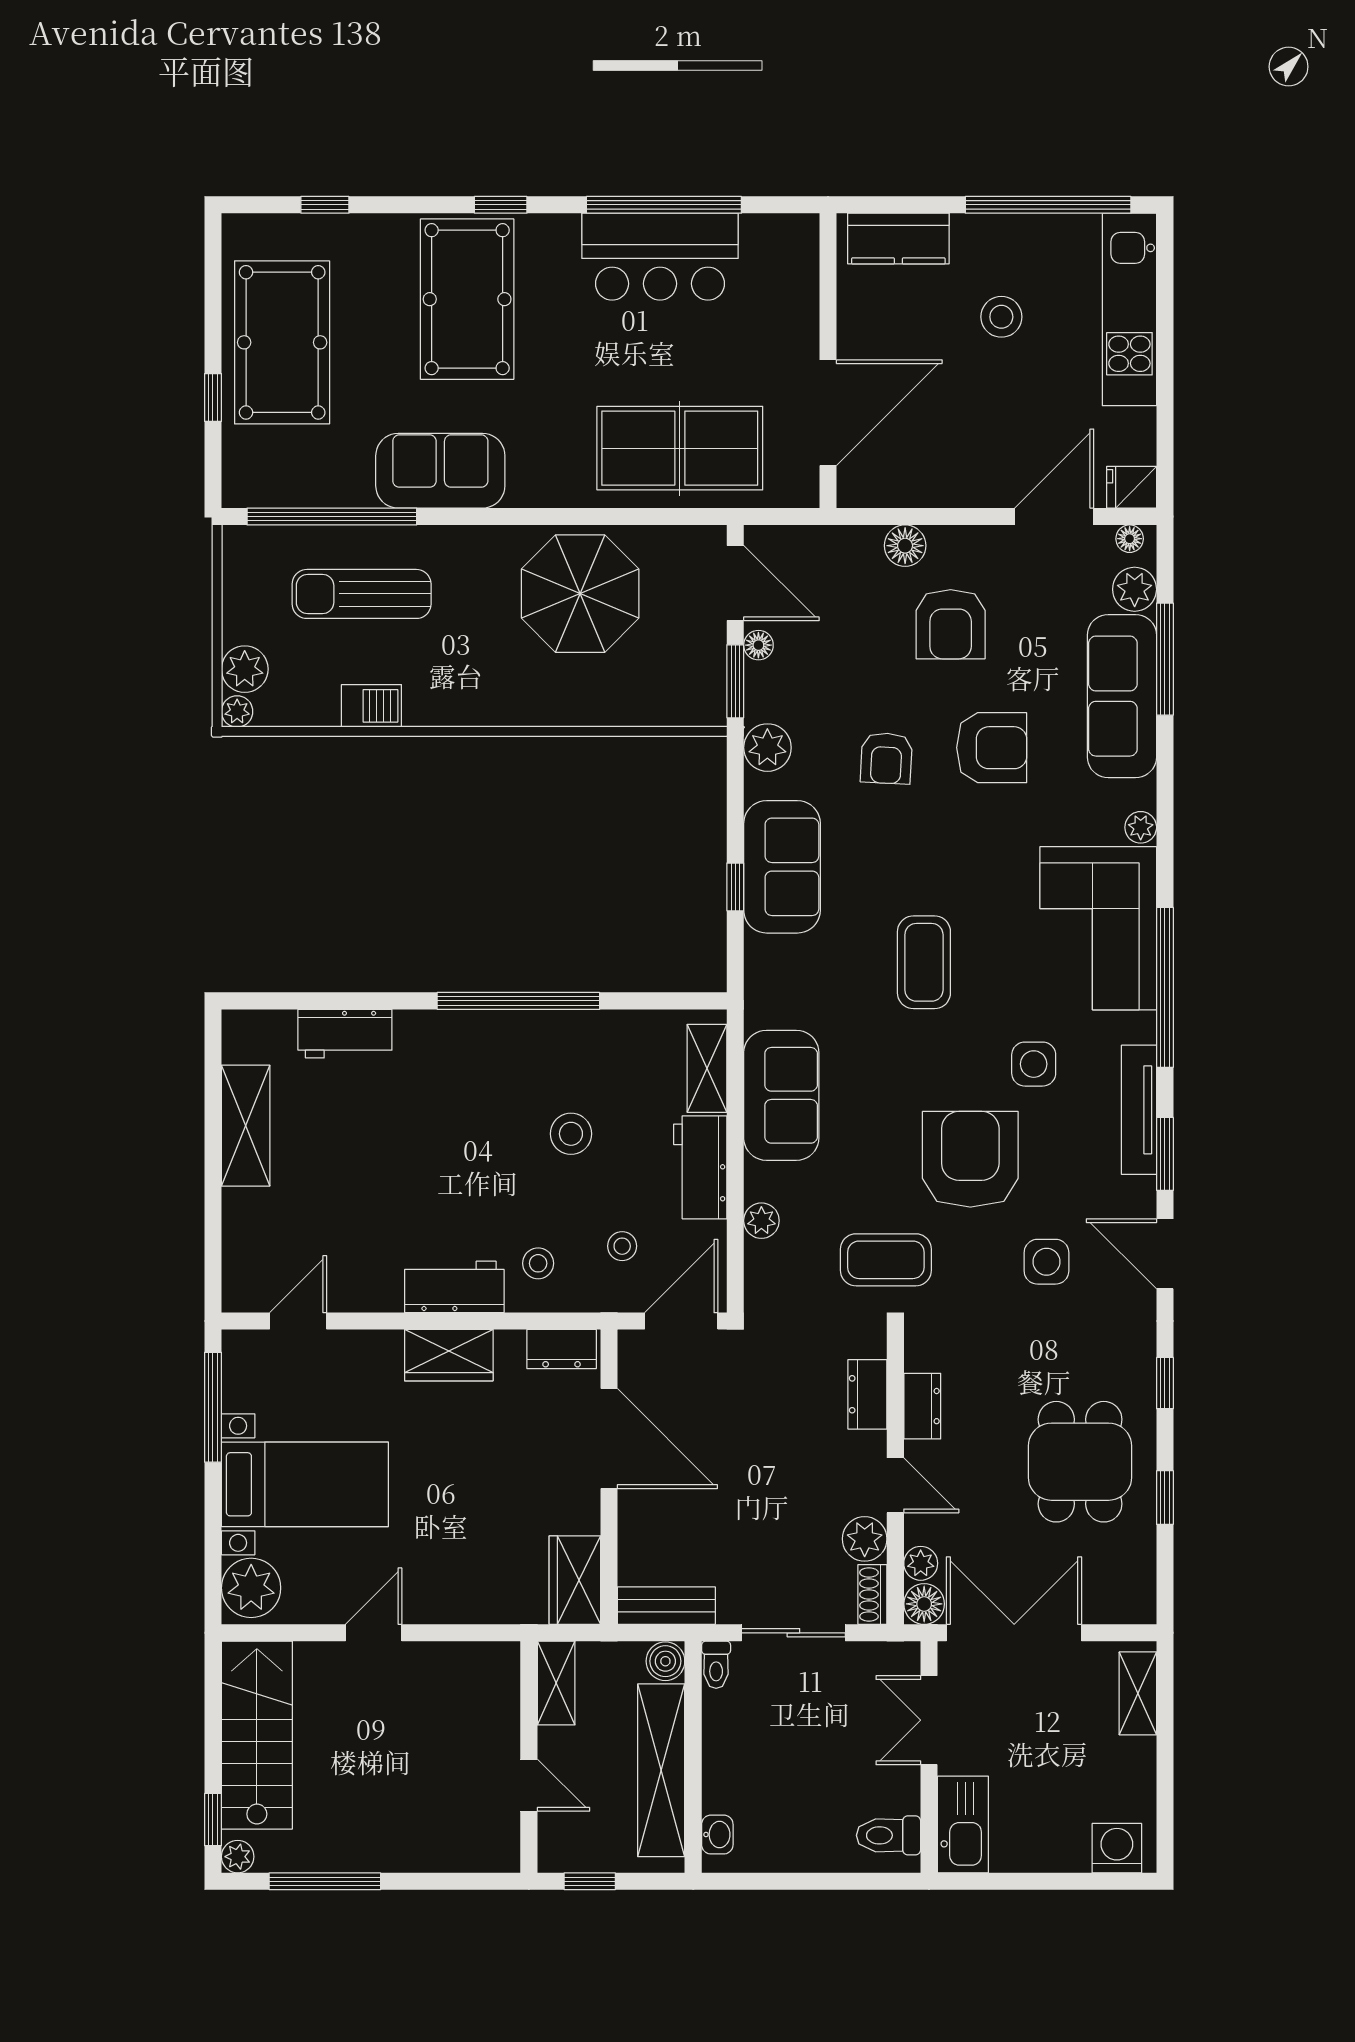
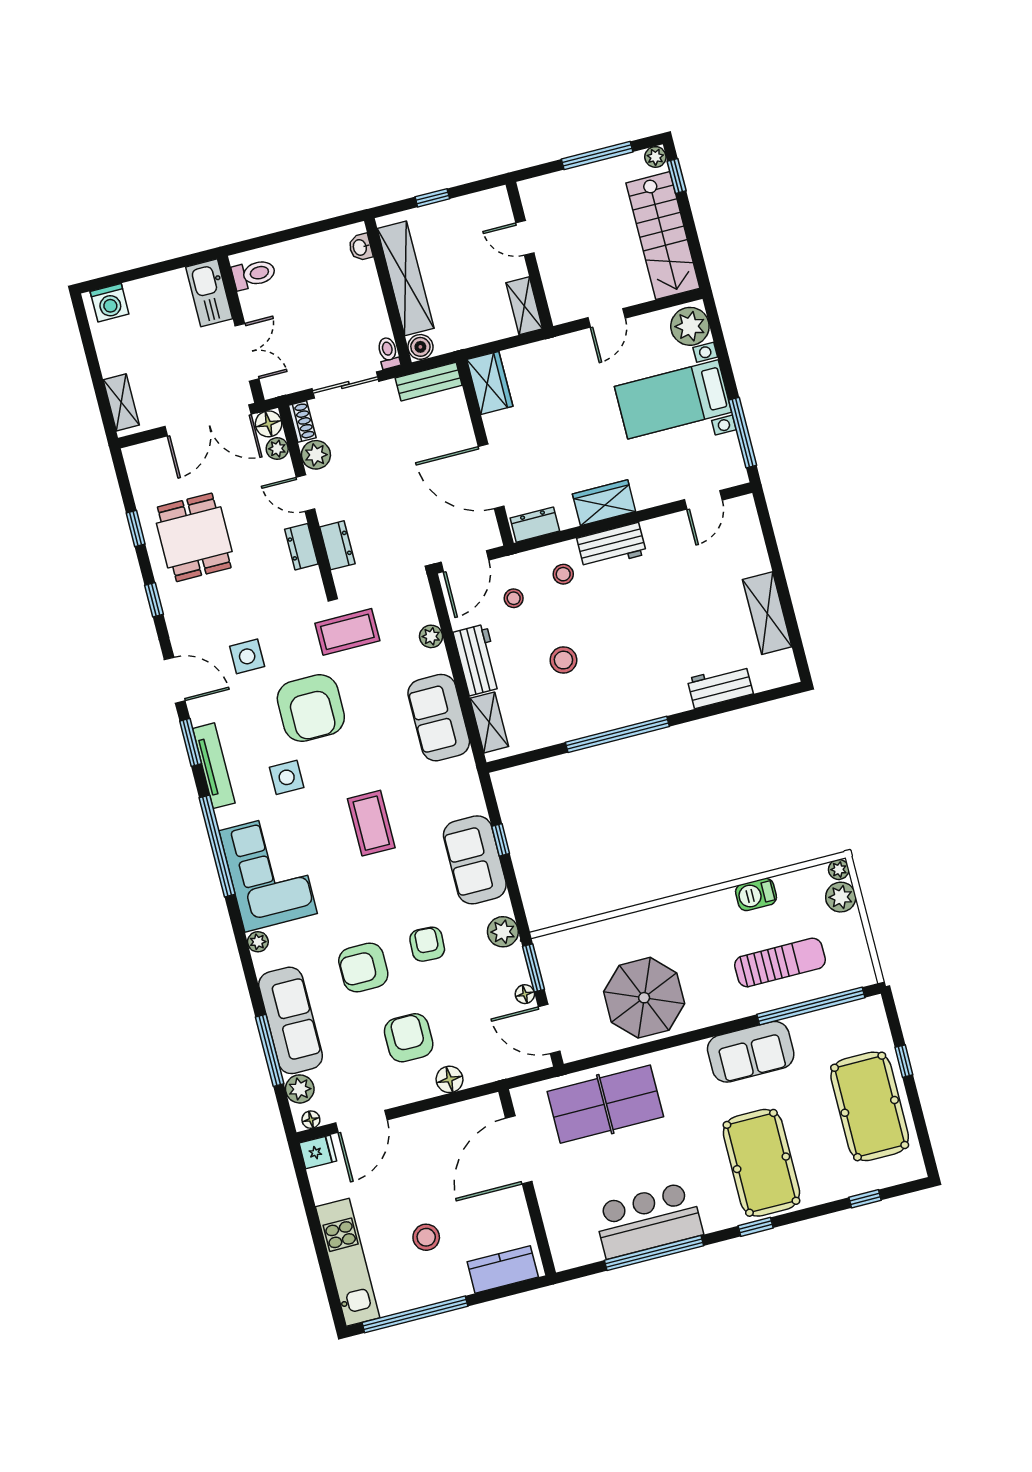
shelving: (556, 1683) -> (524, 306), moved
wall: (529, 1757) -> (529, 255), moved
door: (529, 1785) -> (525, 238), moved

